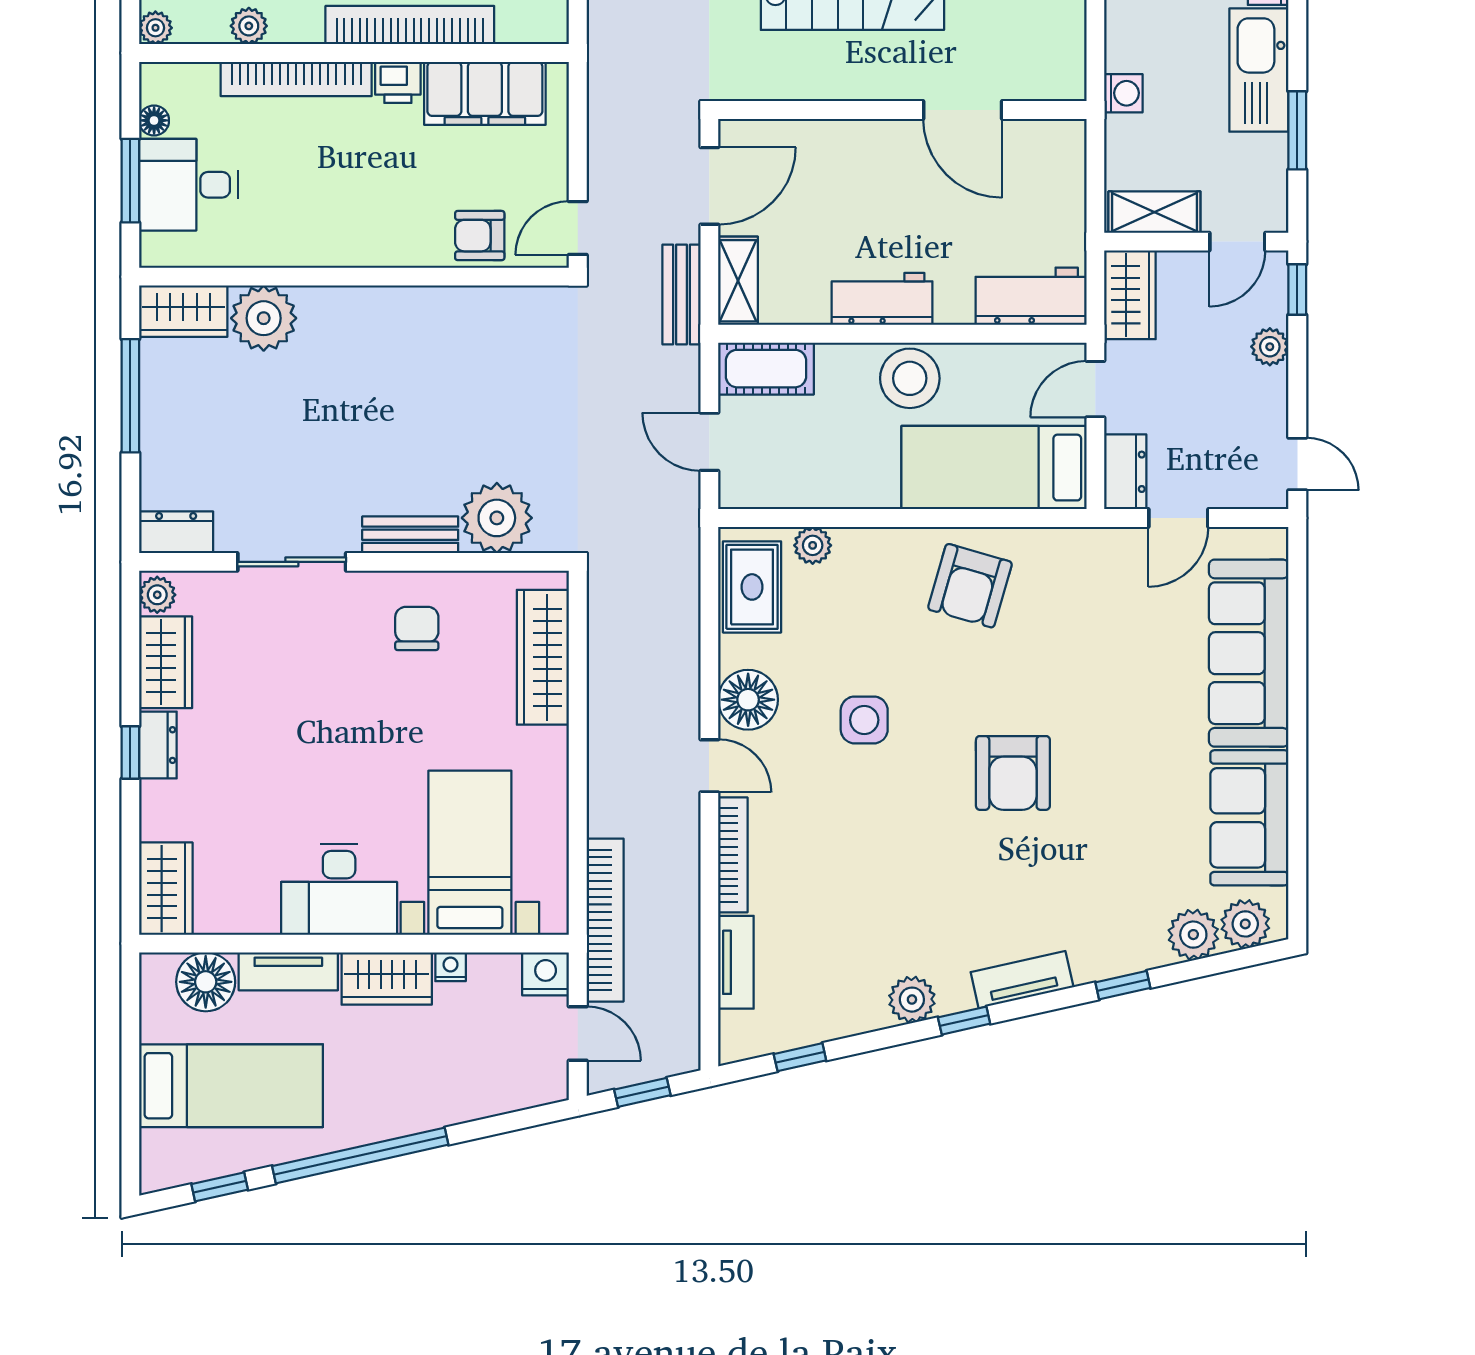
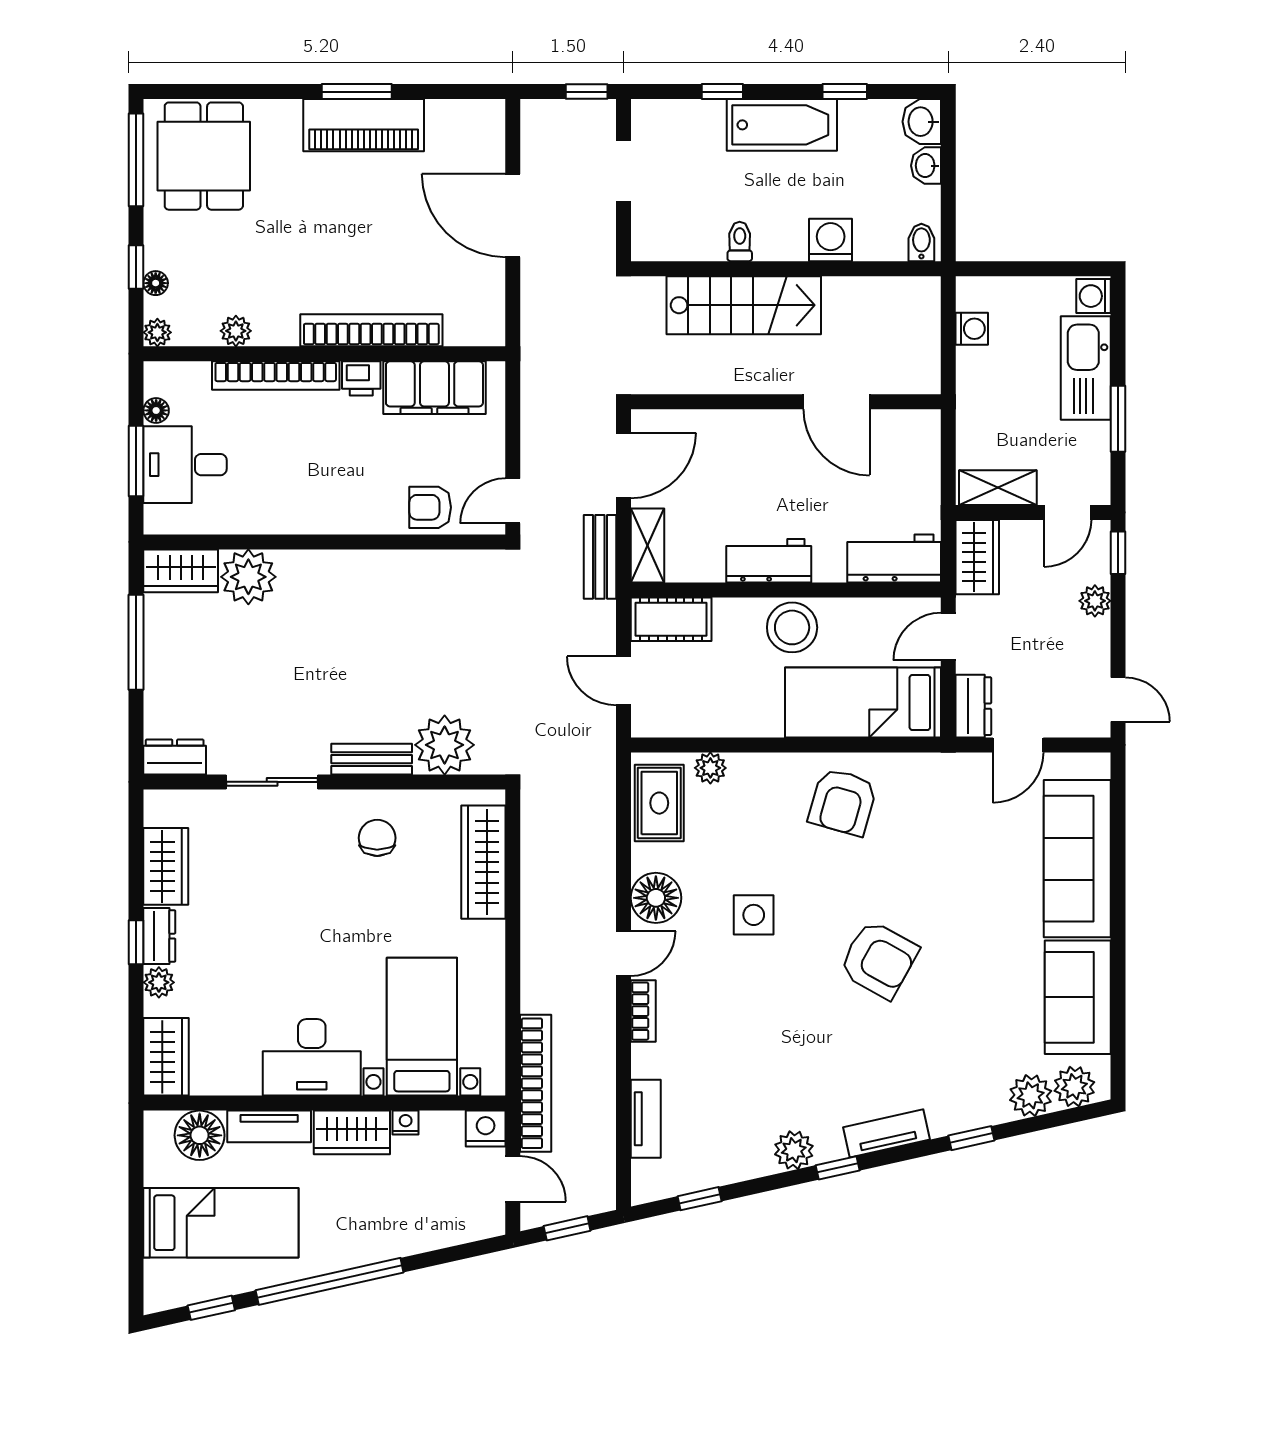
washing machine: (1123, 93) -> (972, 329), moved
plant: (157, 595) -> (159, 982), moved
door: (709, 766) -> (623, 954), hinge flipped
armchair: (1013, 773) -> (879, 959), turned -61
bookcase: (733, 855) -> (643, 1011), width x0.64

